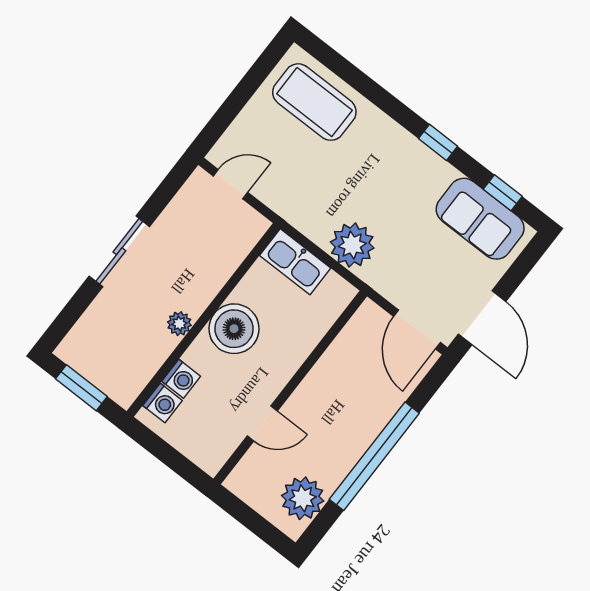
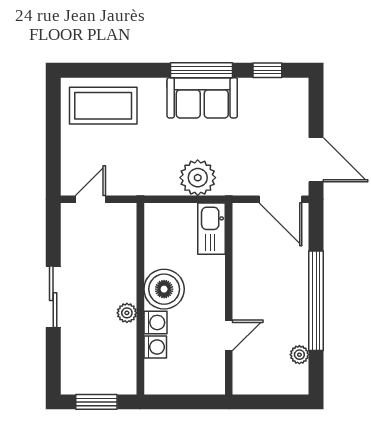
window: (438, 142) -> (201, 70), width x2.17
sofa: (480, 219) -> (202, 98), moved
kitchen sink: (295, 262) -> (212, 229), moved, turned 90
washing machine: (163, 403) -> (155, 322), moved
plant: (303, 498) -> (299, 355), width x0.53, depth x0.53

